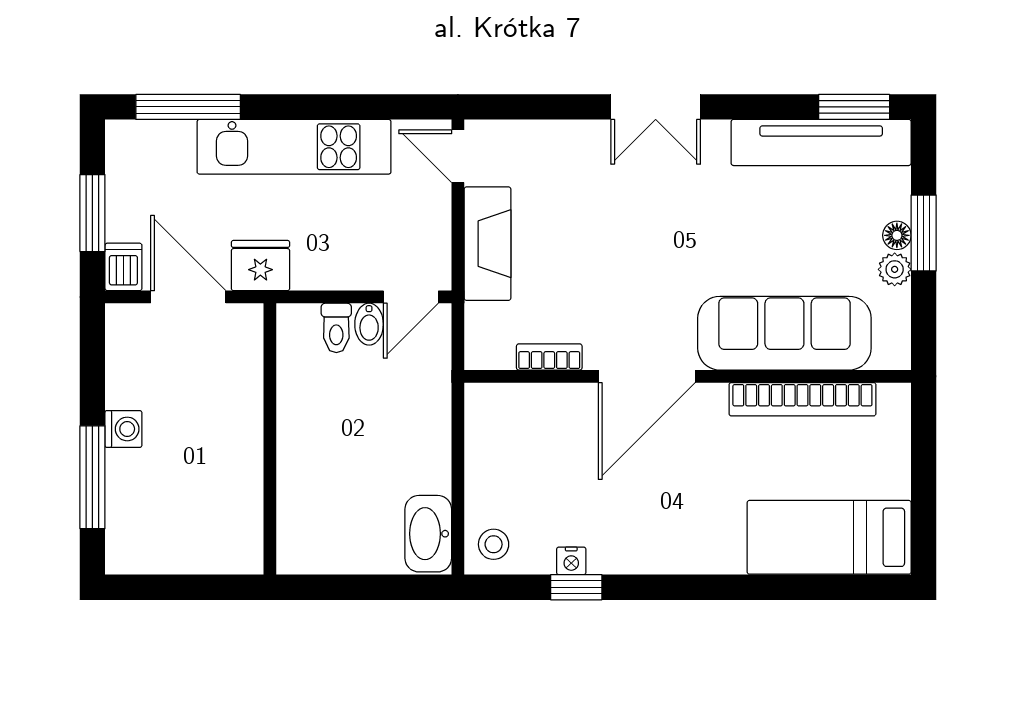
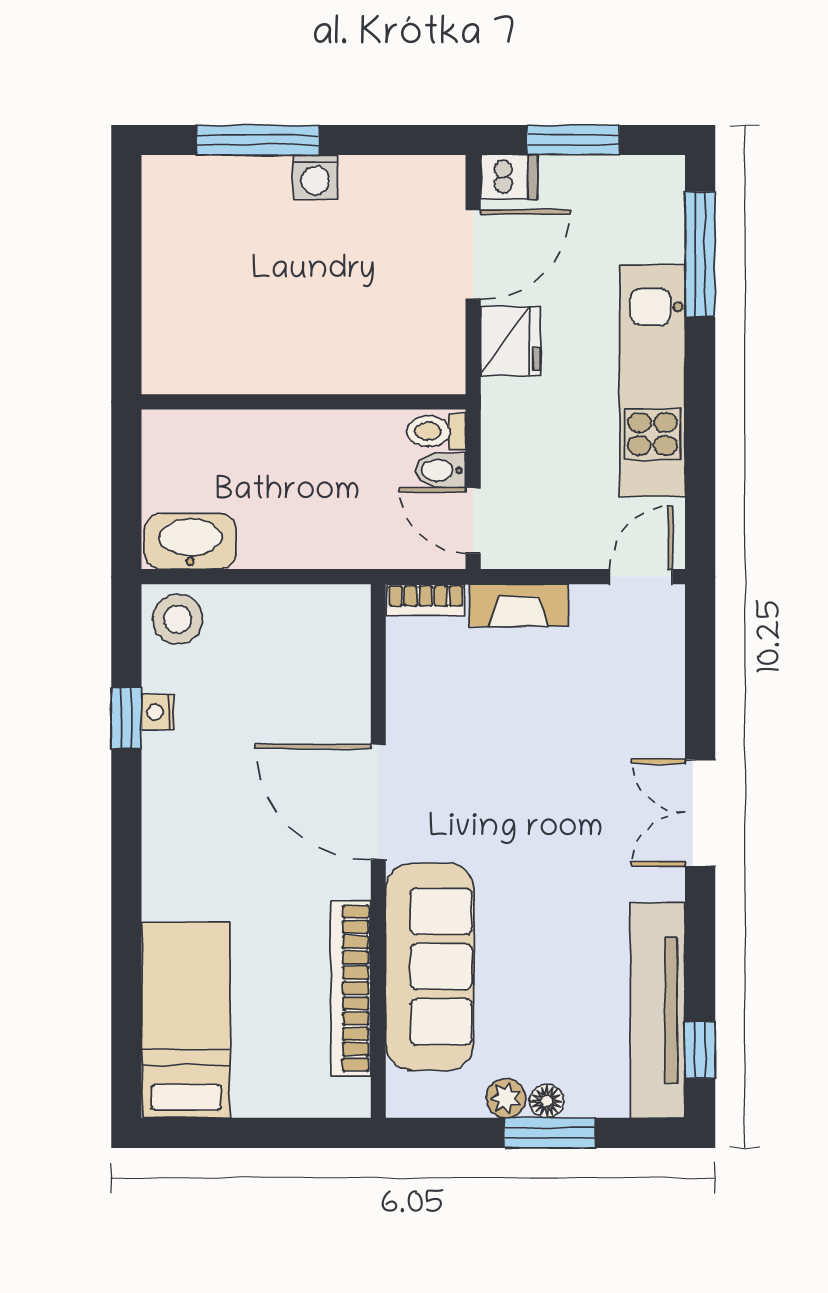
window: (854, 107) -> (700, 1050), width x0.67
fireplace: (487, 244) -> (518, 605), width x0.73, depth x0.76
bookcase: (549, 357) -> (426, 600), moved, turned 90
wall: (270, 439) -> (303, 402), moved
stool: (494, 544) -> (178, 619), width x1.37, depth x1.37

